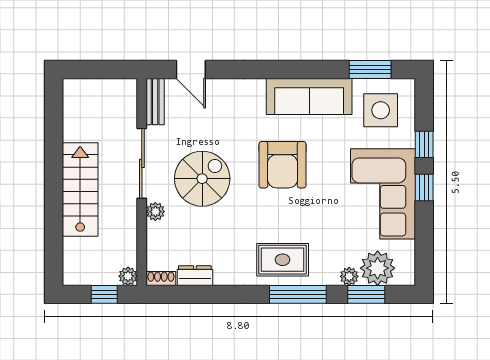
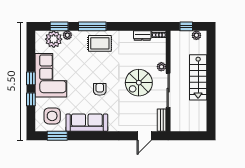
door: (191, 69) -> (144, 136), swing flipped
armchair: (283, 165) -> (100, 89), width x0.53, depth x0.53
plant: (128, 276) -> (196, 35), moved

